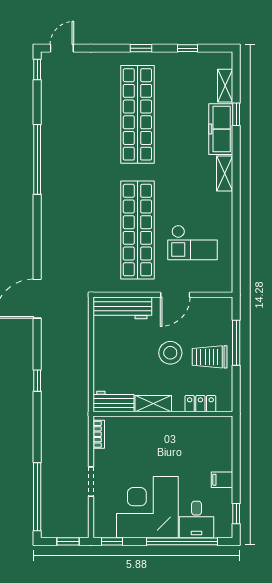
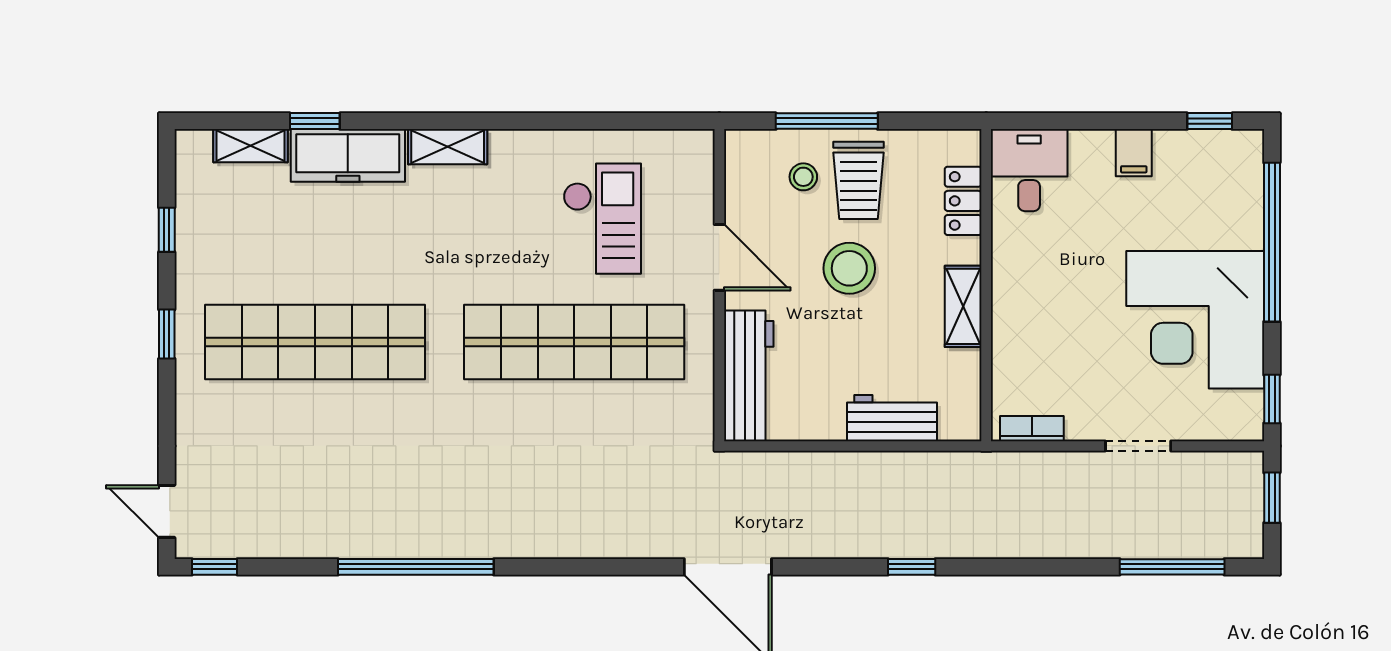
stool: (211, 332) -> (803, 177), added
workbench: (114, 401) -> (892, 418), moved, turned 90
window: (37, 497) -> (1172, 567), width x0.68
desk: (196, 519) -> (1029, 170), moved, turned -90

